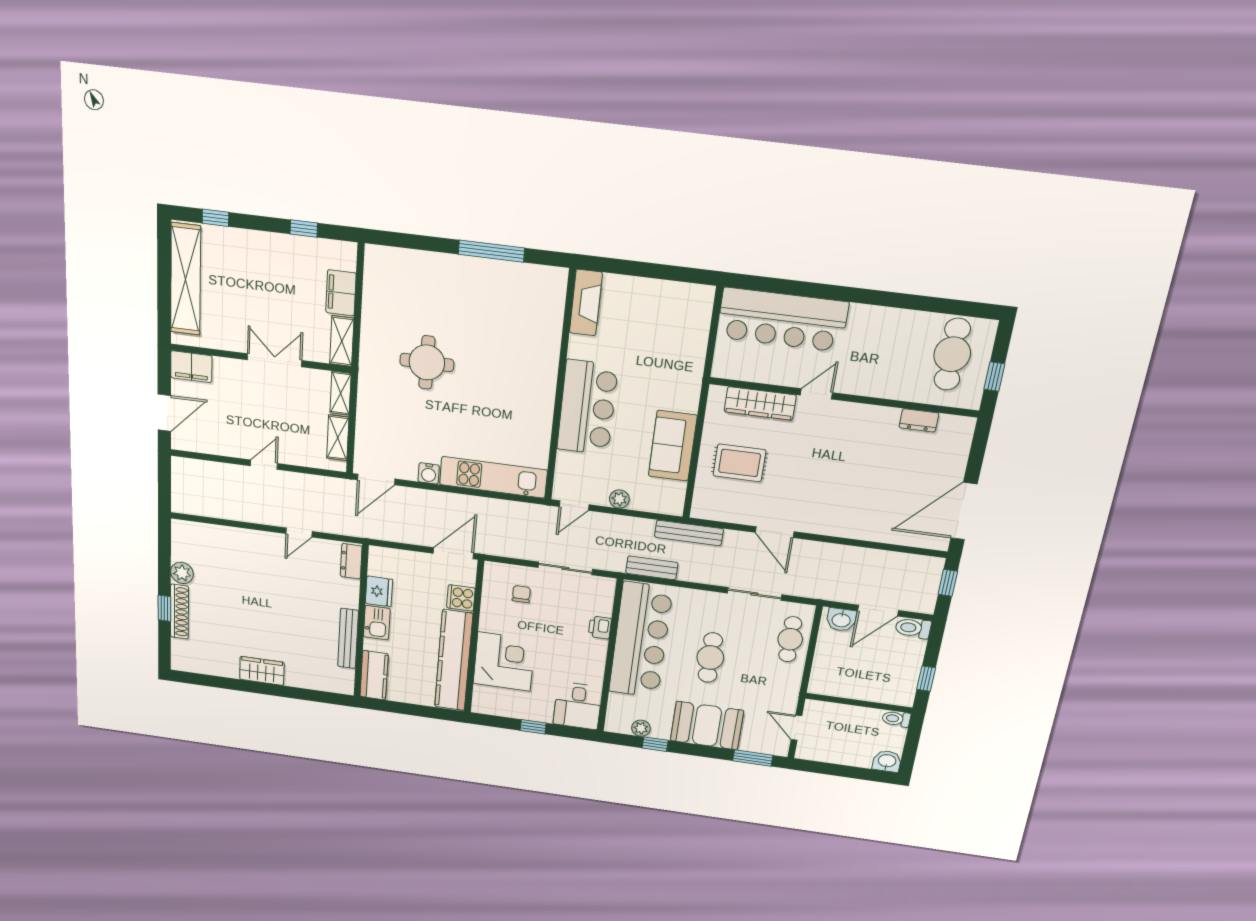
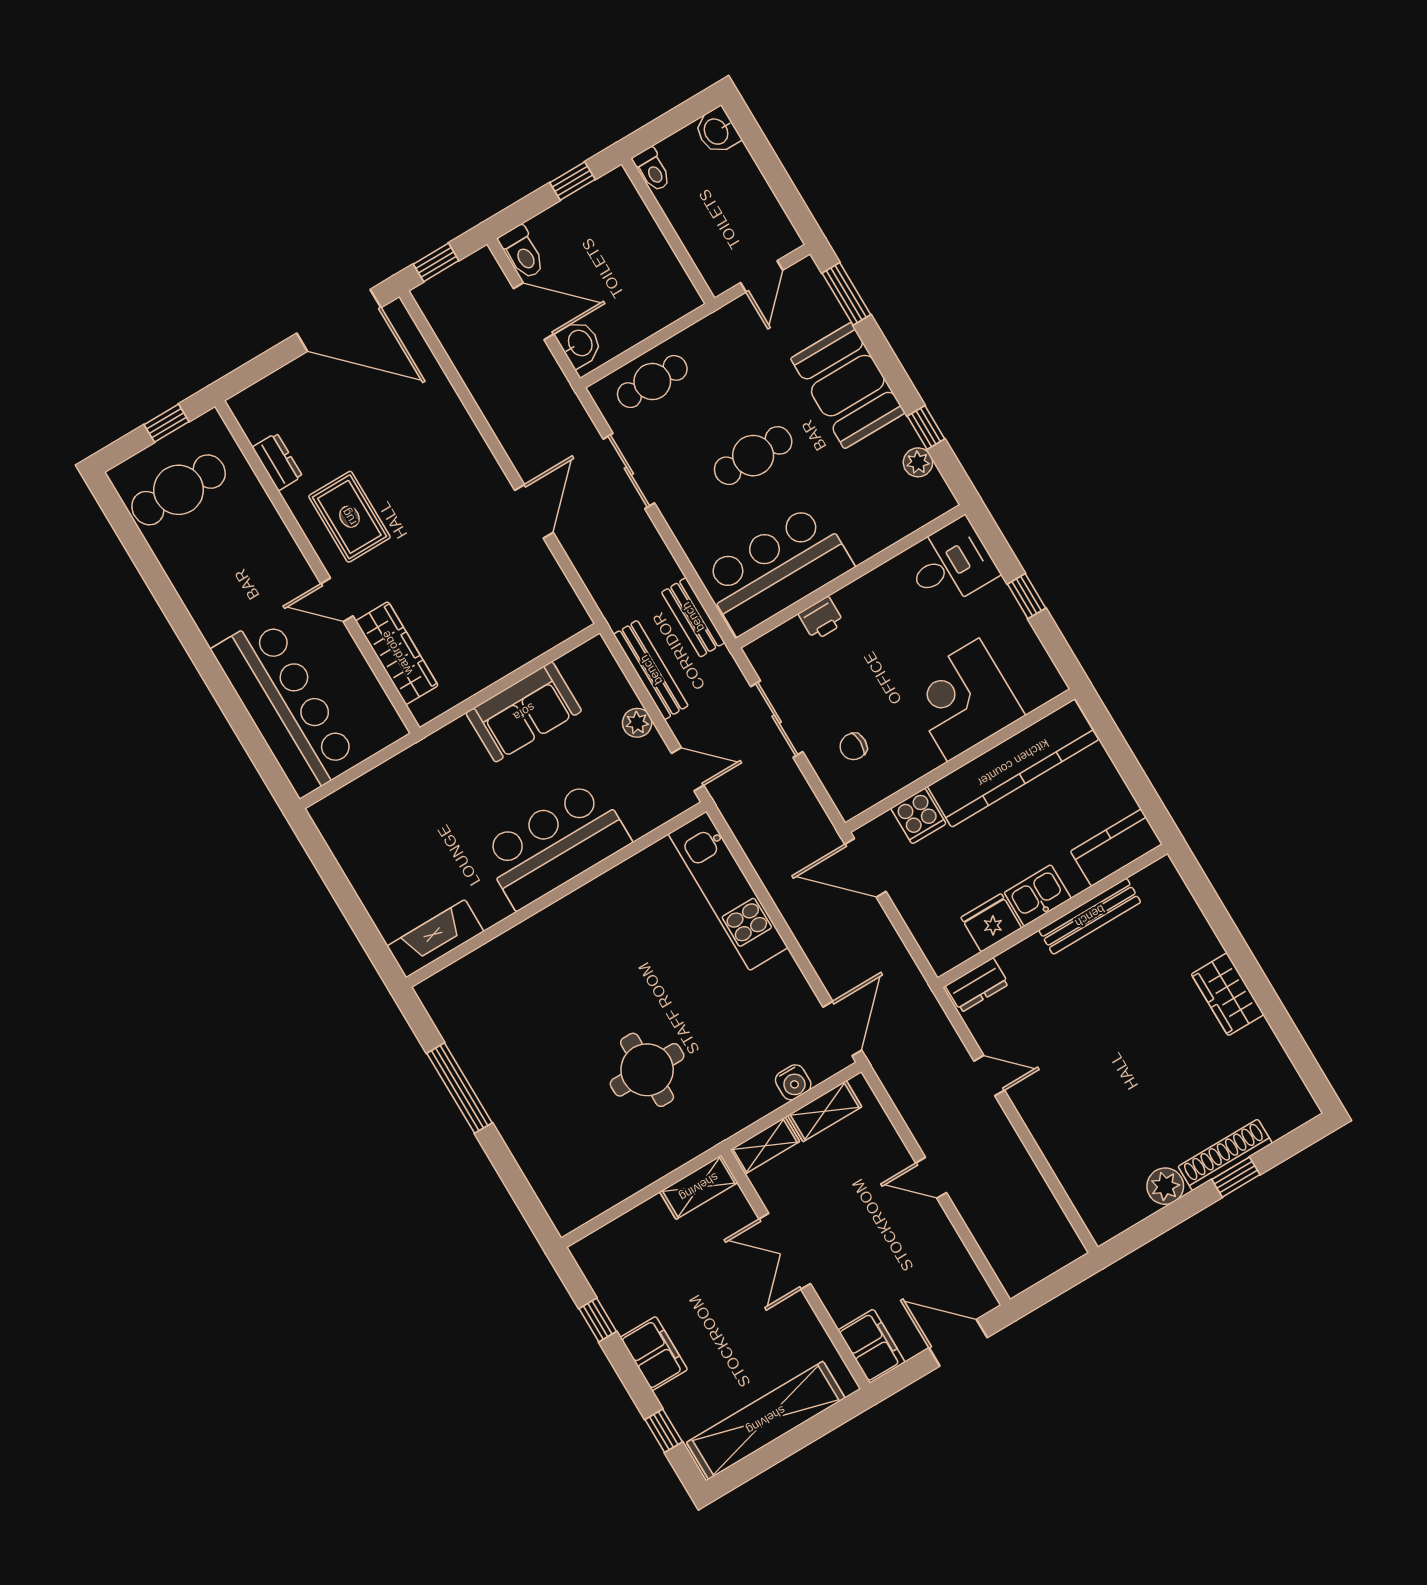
filing cabinet: (341, 293) -> (654, 1354), moved, turned -90
rug: (740, 463) -> (349, 517), moved
water cooler: (429, 473) -> (793, 1082), moved, turned 90
door: (376, 479) -> (842, 1029), hinge flipped
bench: (689, 533) -> (651, 670), moved
bar counter: (641, 640) -> (777, 570), width x0.73

